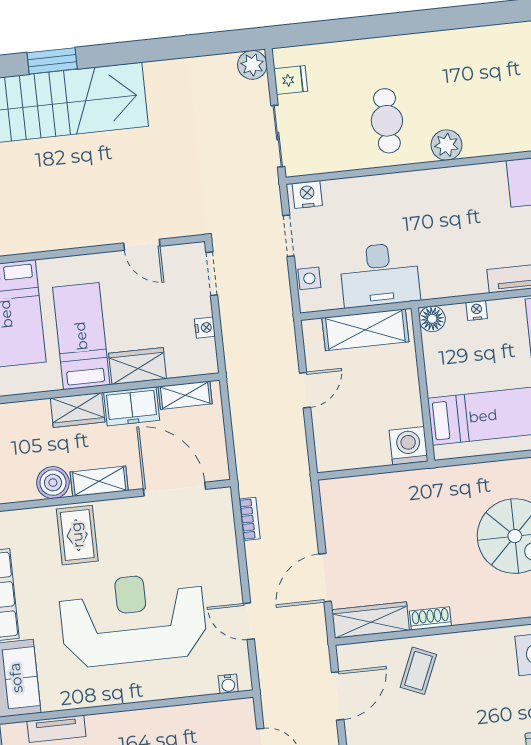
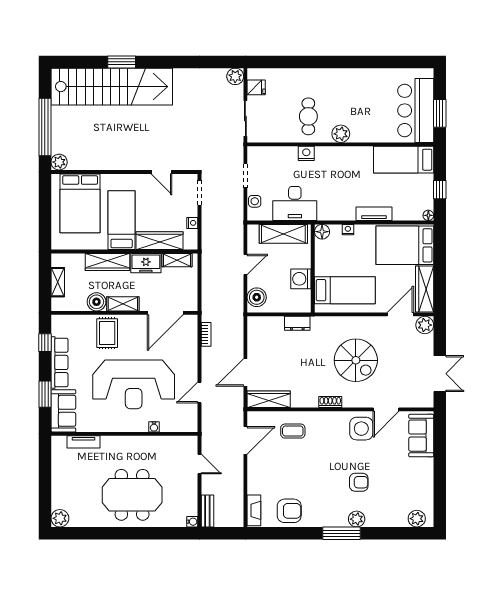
nightstand: (307, 195) -> (306, 153), moved
wardrobe: (138, 366) -> (160, 241), width x1.50
wardrobe: (78, 410) -> (108, 262), width x1.50
boiler: (331, 445) -> (257, 297), added
washing machine: (409, 446) -> (301, 279), moved, turned -90
dresser: (406, 483) -> (297, 323), added
door: (174, 489) -> (165, 313), swing flipped
shoe rack: (430, 618) -> (330, 402), moved
reception desk: (133, 619) -> (134, 384), turned 180
door: (249, 621) -> (199, 393), hinge flipped
coffee table: (418, 671) -> (293, 431), turned 67
water cooler: (228, 684) -> (154, 427), moved

